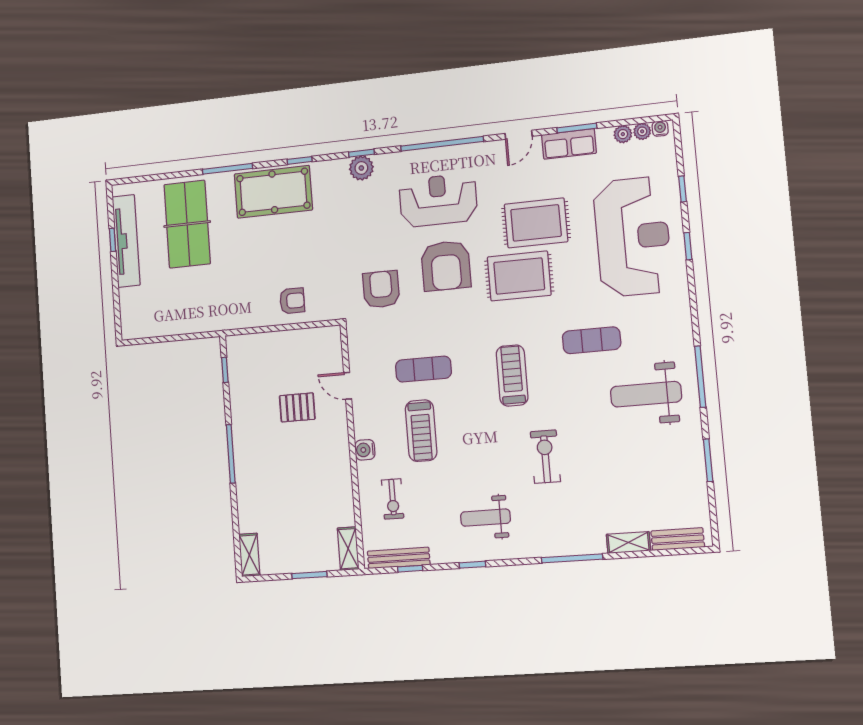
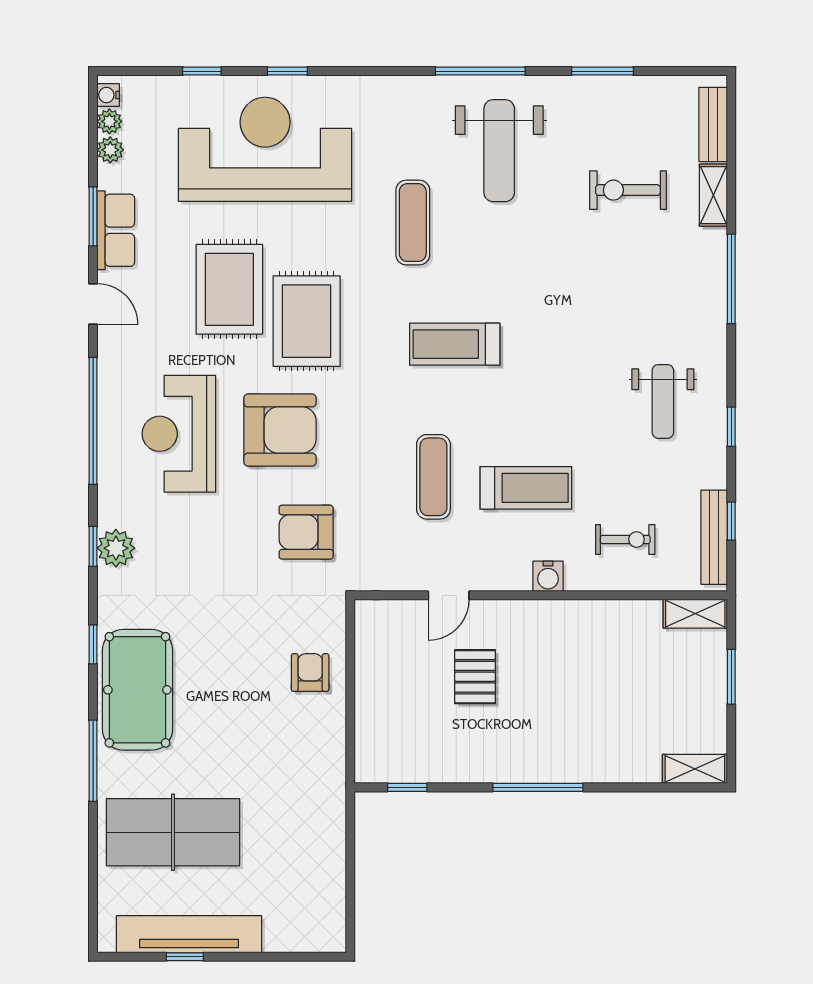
exercise bike: (545, 457) -> (628, 190), moved

